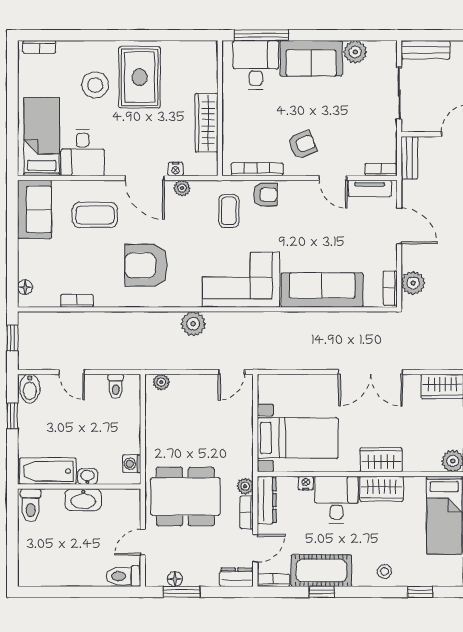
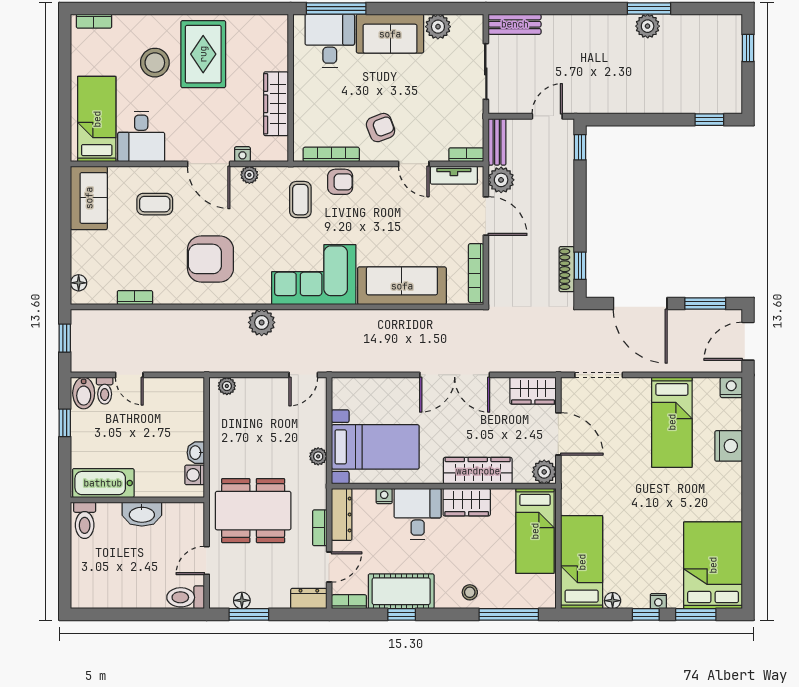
coffee table: (95, 215) -> (155, 204), width x0.73, depth x0.77
plant: (413, 283) -> (501, 180), moved
bookcase: (390, 288) -> (476, 273), width x1.56
toilet: (116, 386) -> (105, 391), moved
wardrobe: (381, 460) -> (478, 471), width x1.50
washbasin: (88, 477) -> (196, 453), moved, turned -90
plant: (245, 486) -> (318, 456), moved
window: (420, 592) -> (509, 614), width x2.17

